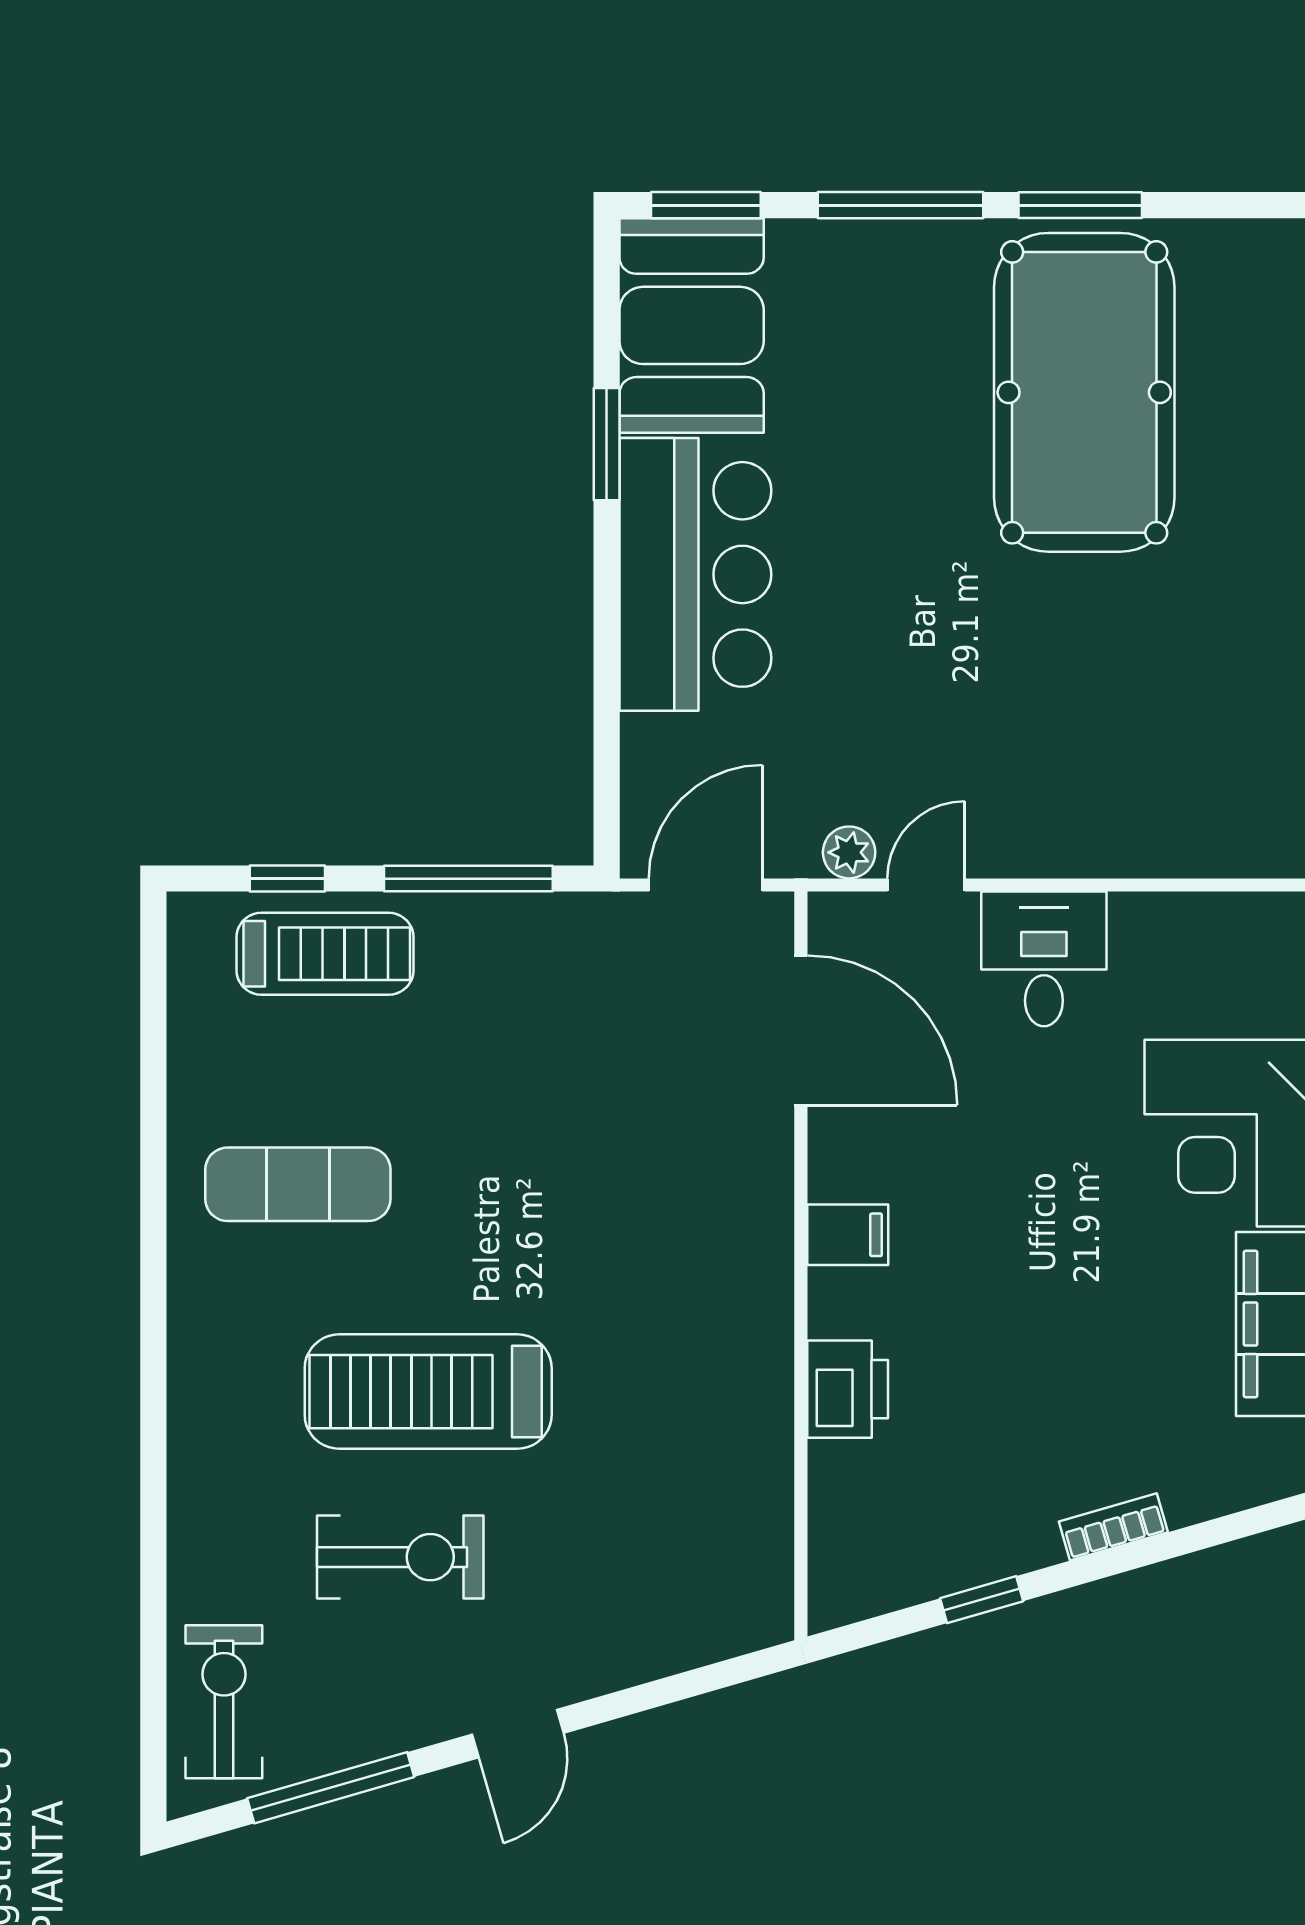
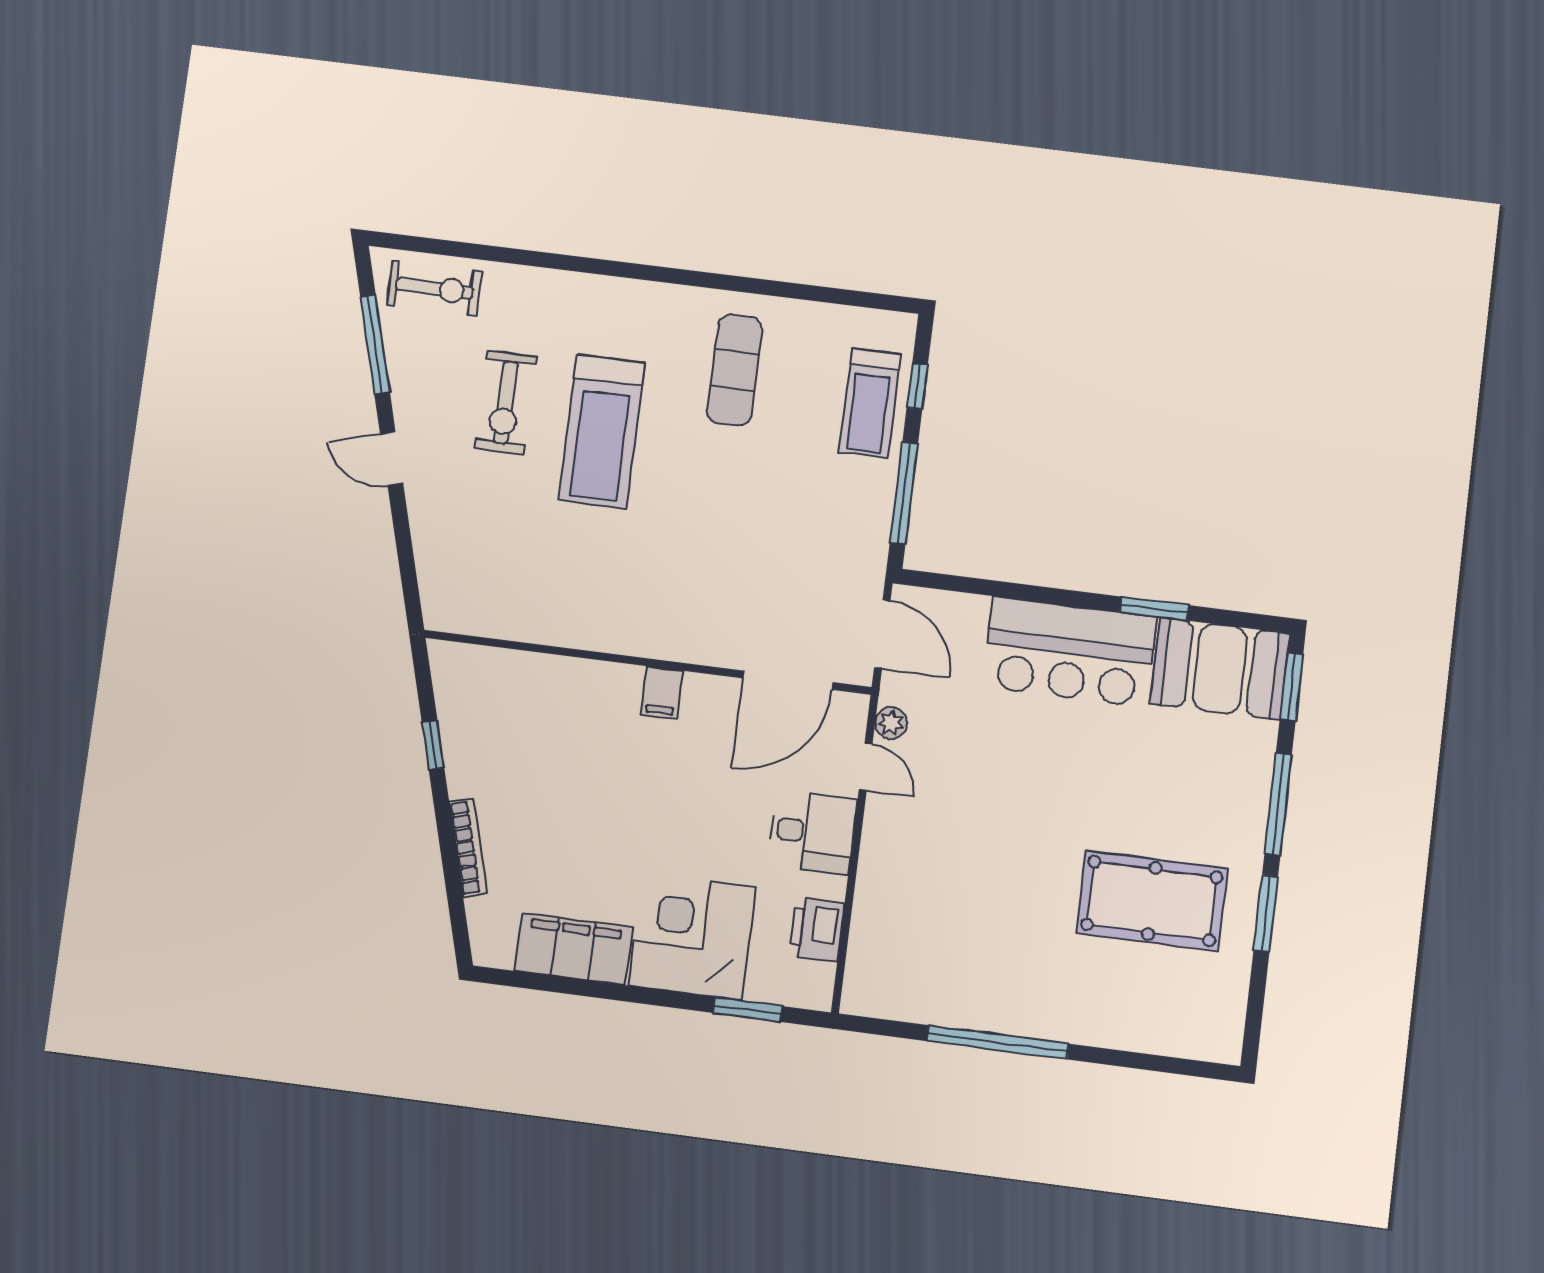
pool table: (1084, 392) -> (1152, 901), width x0.73, depth x0.76
printer: (848, 1389) -> (817, 929), moved, turned 90
treadmill: (428, 1392) -> (601, 431), turned 180
bookcase: (1113, 1527) -> (468, 847), width x1.56

